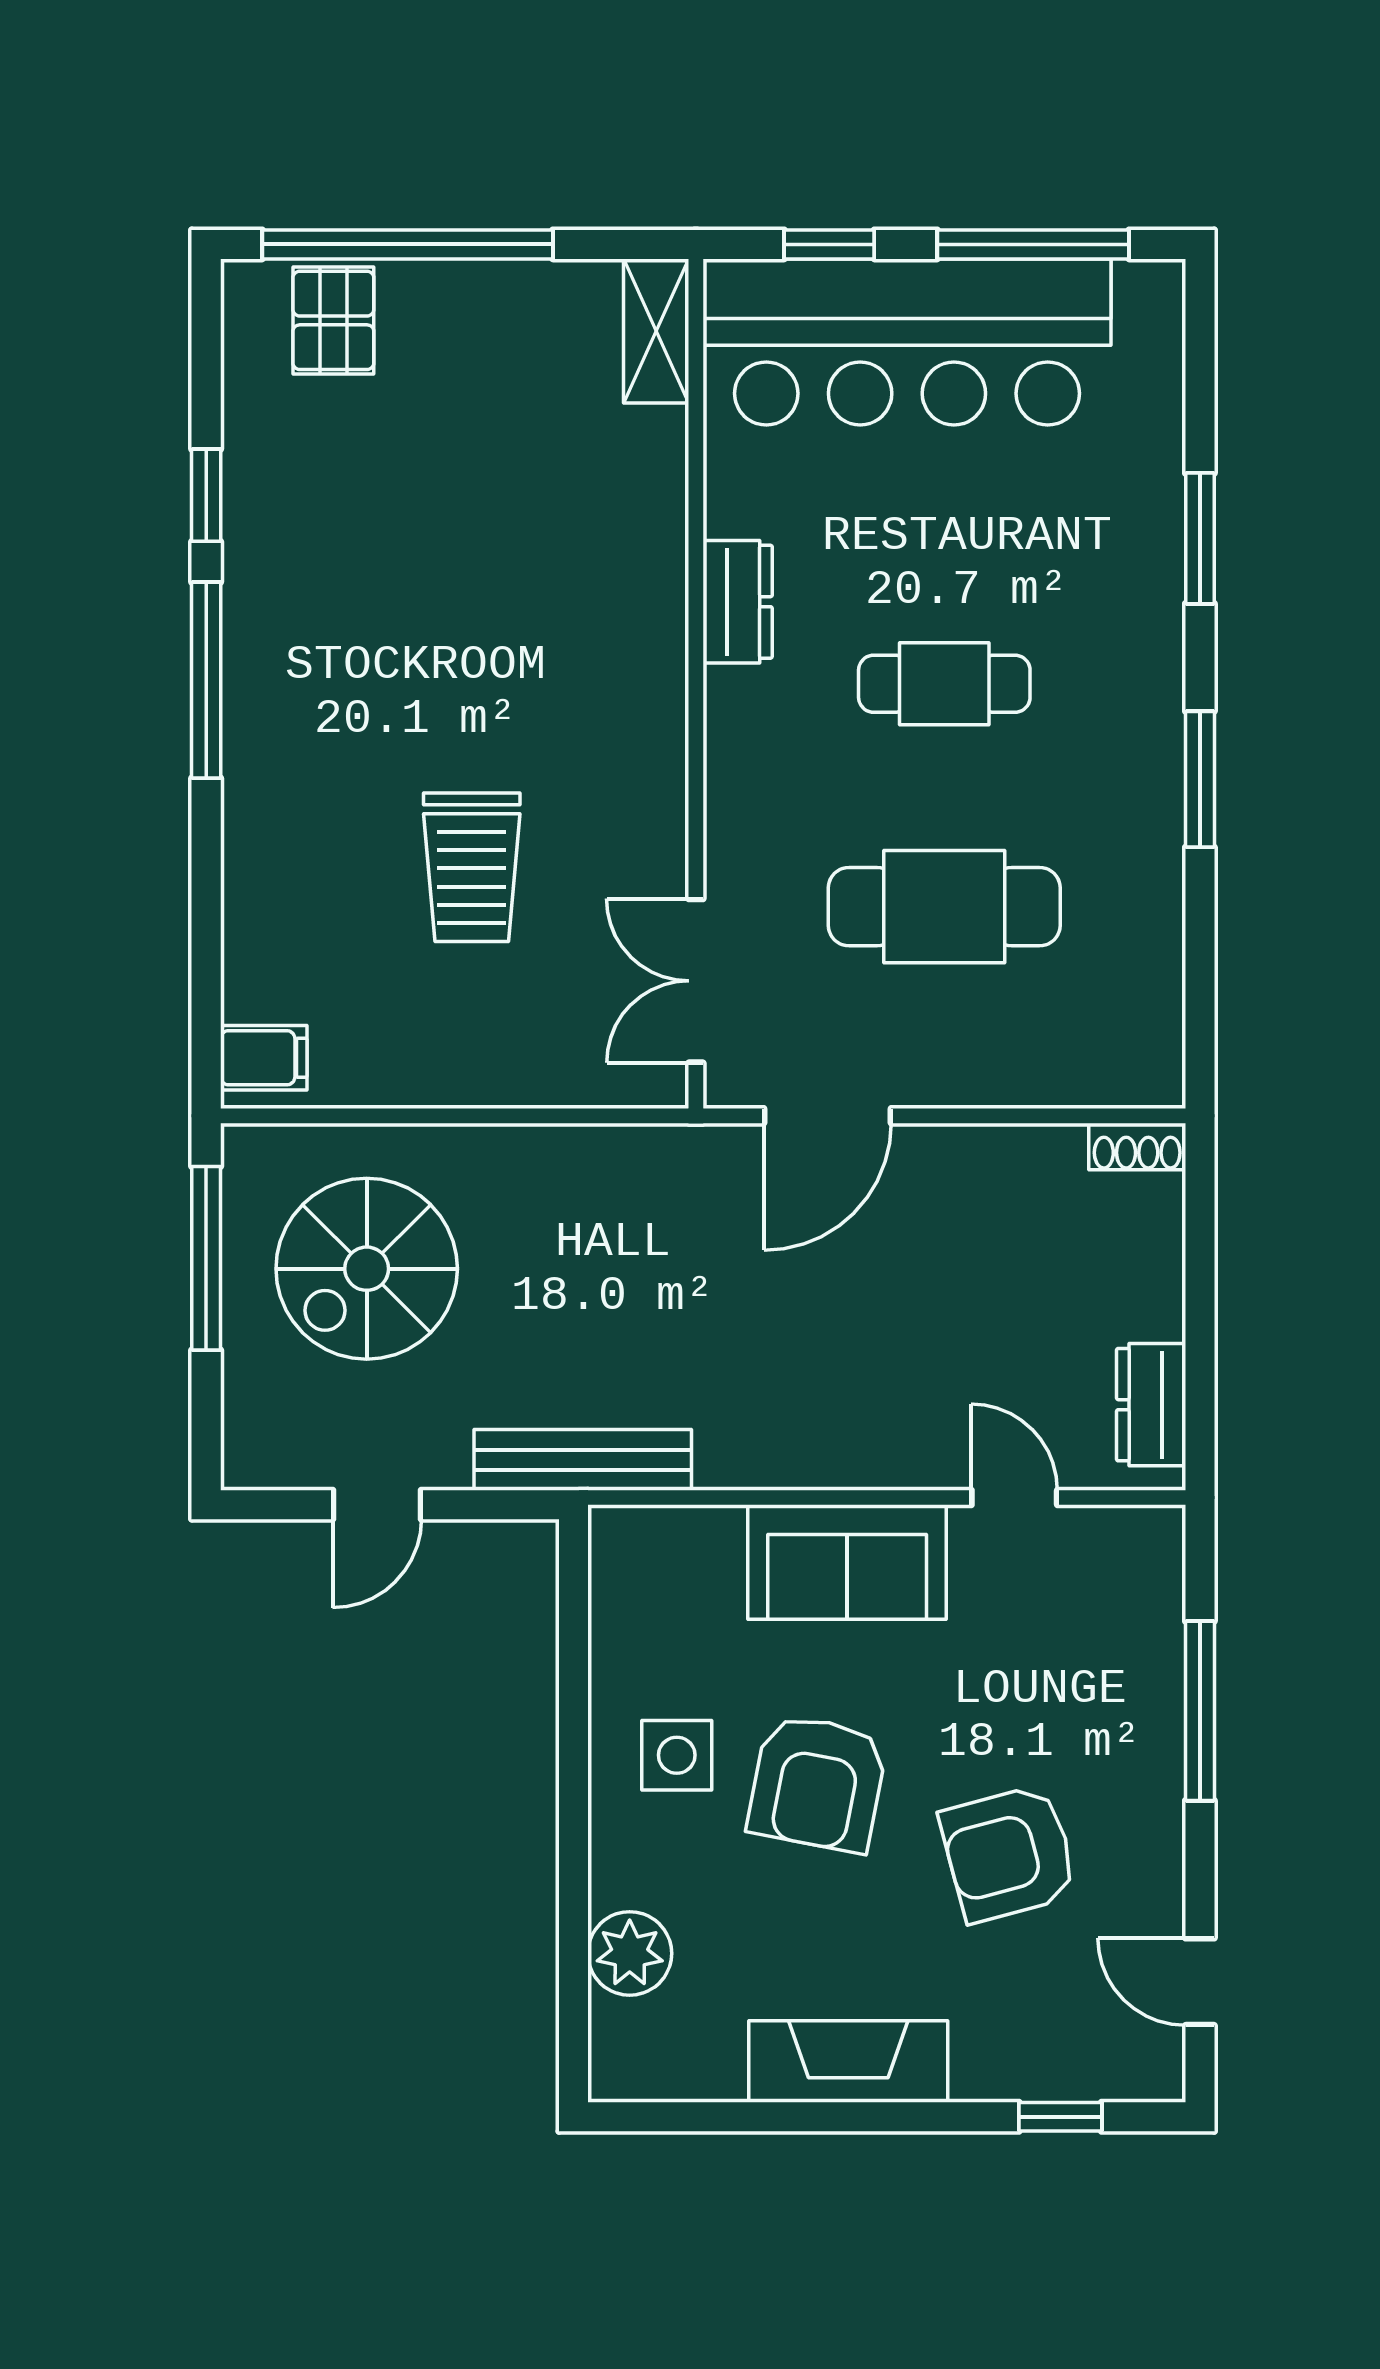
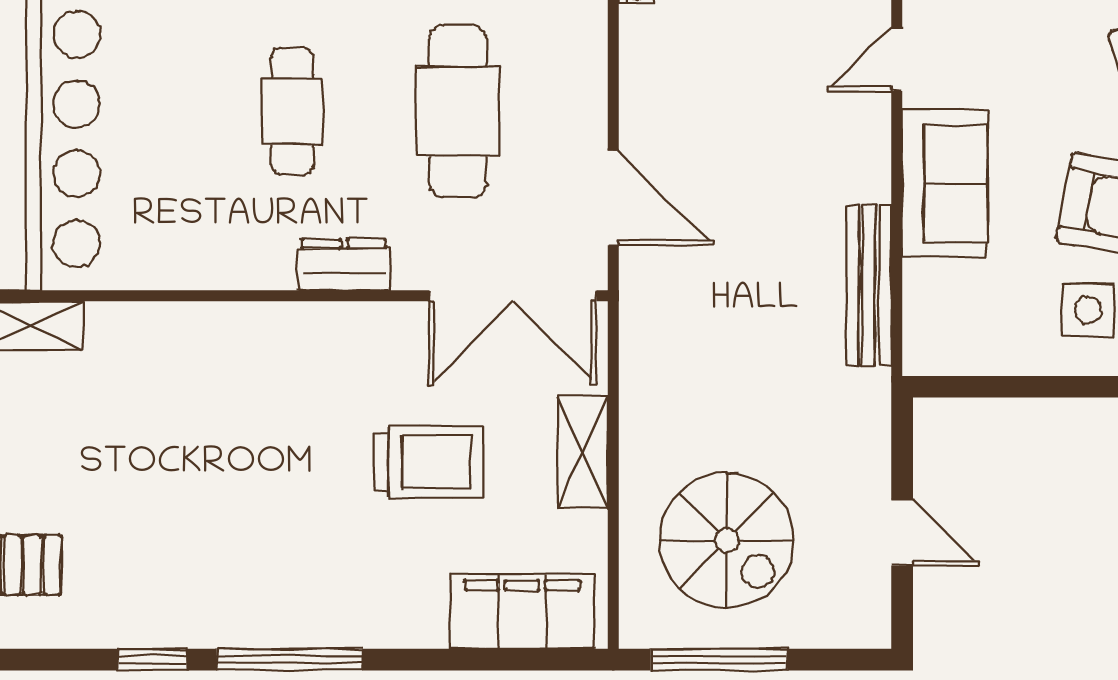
dresser: (738, 602) -> (344, 265), moved
double door: (696, 981) -> (513, 296), width x1.37
filing cabinet: (264, 1058) -> (522, 611), width x3.00, depth x1.17
shelving: (485, 1075) -> (583, 453), added
bench: (583, 1460) -> (869, 285), moved

